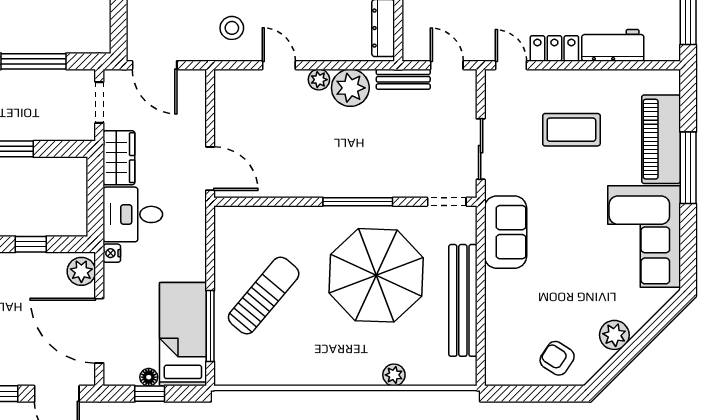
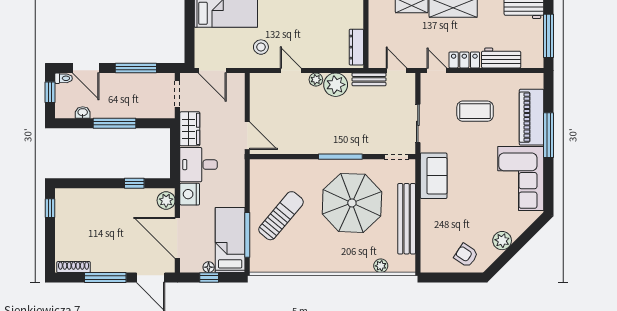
nightstand: (112, 253) -> (190, 194), width x1.89, depth x1.79
plant: (394, 375) -> (381, 266), moved

